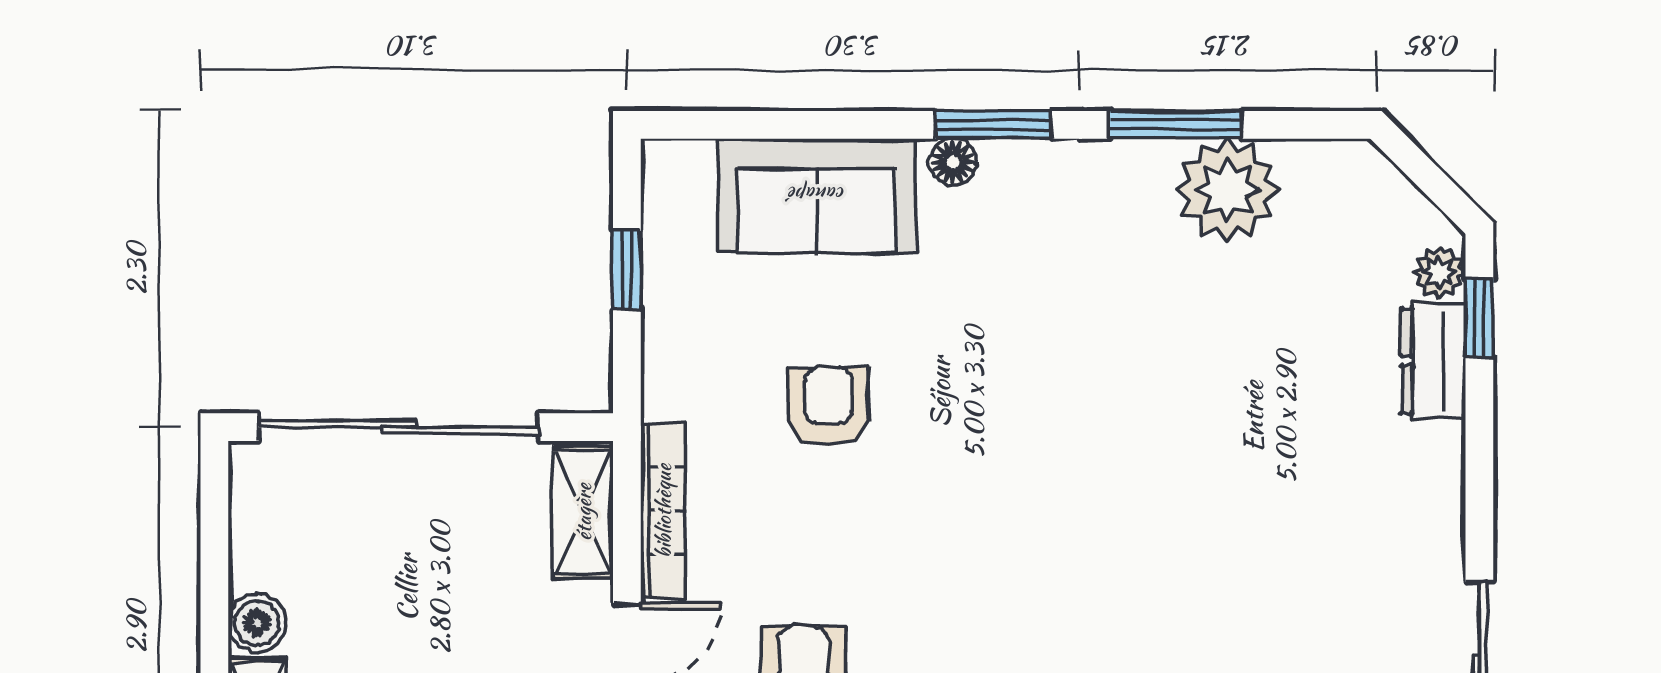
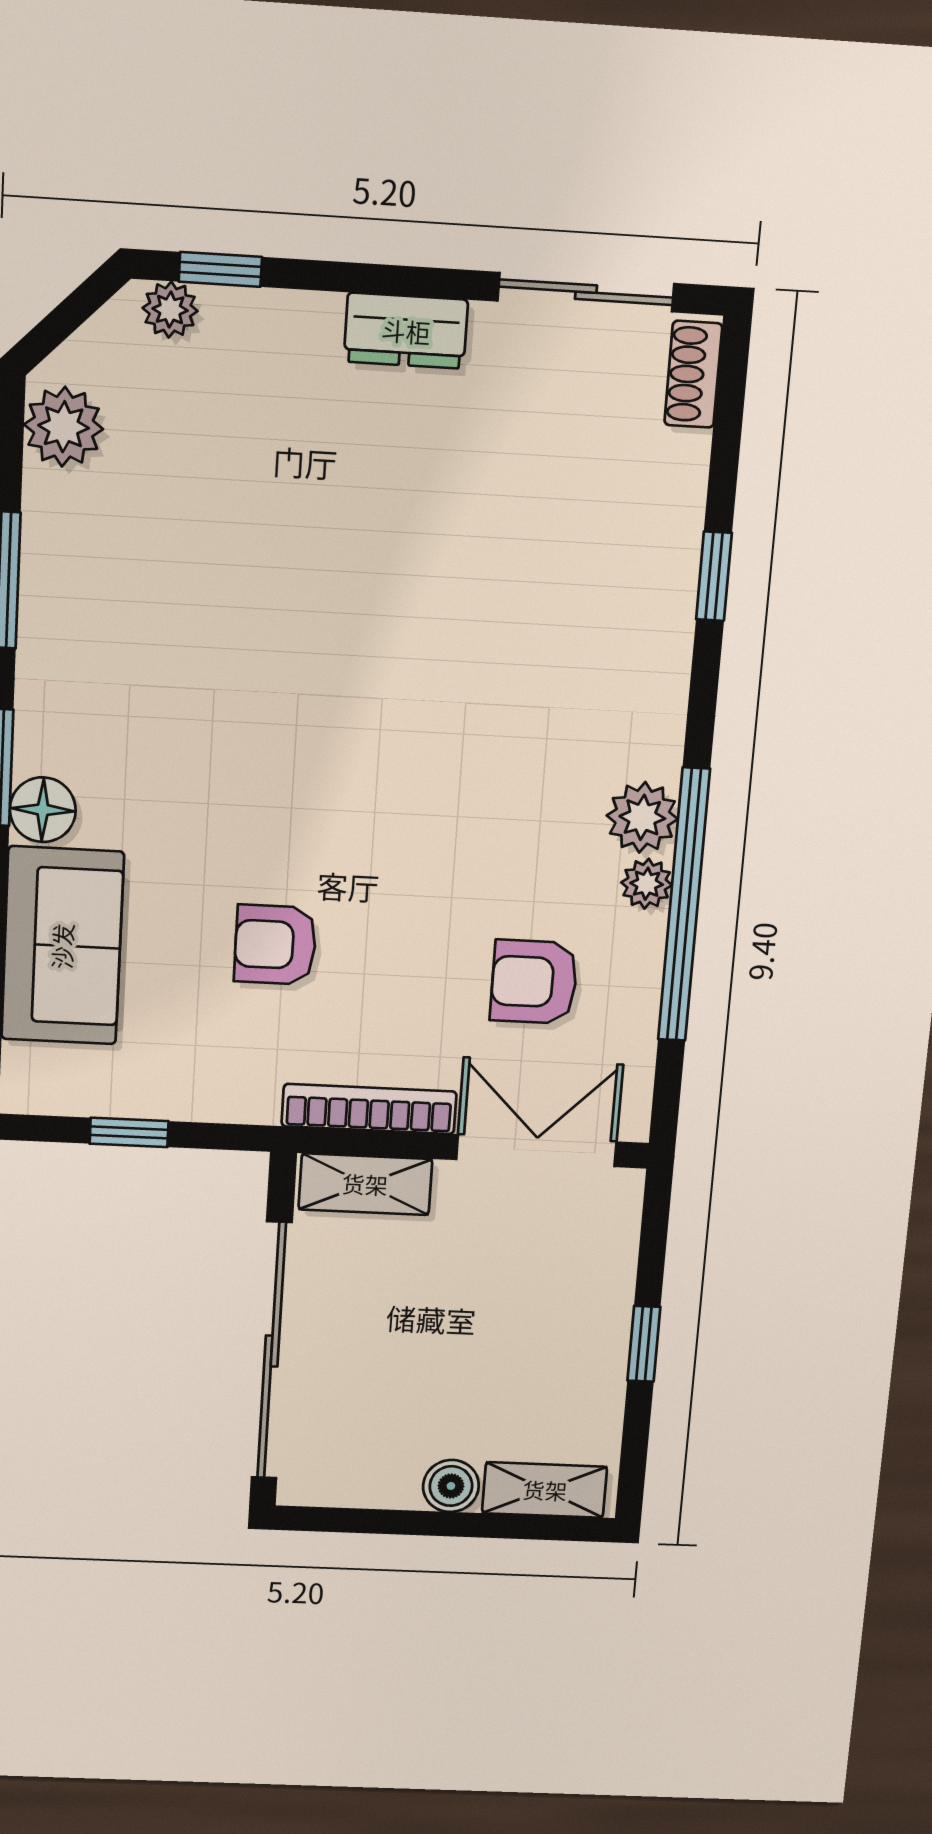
floor lamp: (953, 162) -> (43, 810), width x1.37, depth x1.37
plant: (1227, 190) -> (64, 427), moved, width x0.73, depth x0.73
dresser: (1433, 361) -> (406, 331), moved

